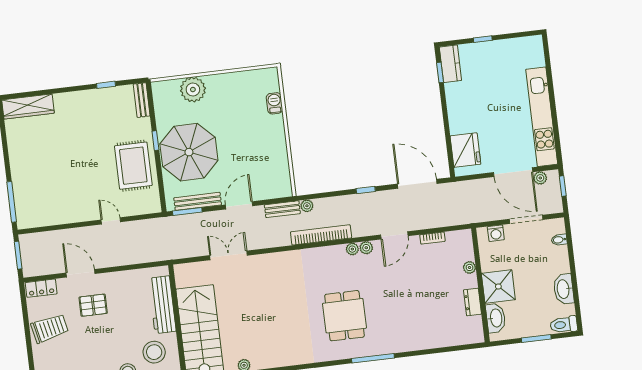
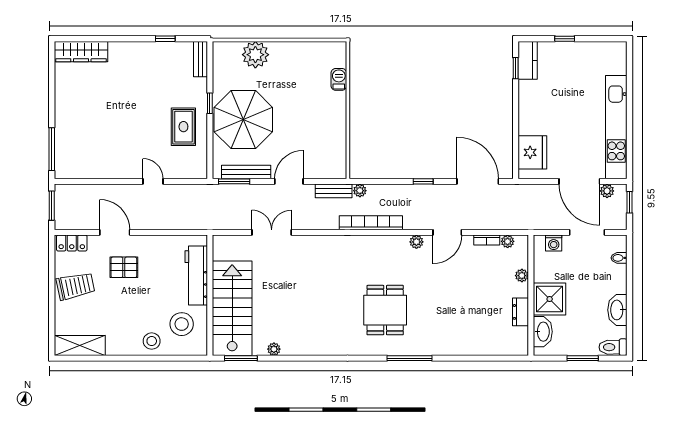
rug: (133, 166) -> (183, 127), width x0.73, depth x0.70
plant: (352, 249) -> (508, 241), moved

